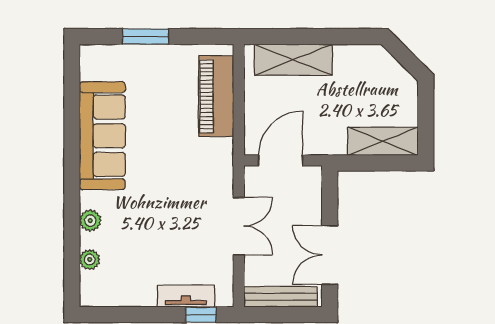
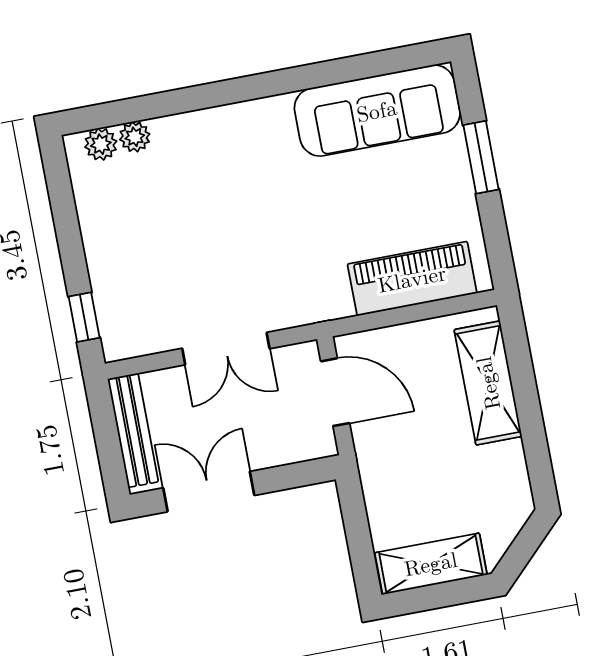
sofa: (102, 136) -> (377, 111), moved
shelving: (383, 141) -> (431, 564), moved, turned 90
plant: (90, 221) -> (101, 144), moved
tv unit: (186, 296) -> (107, 290), removed

